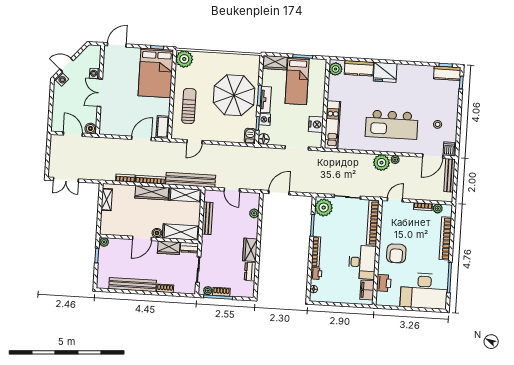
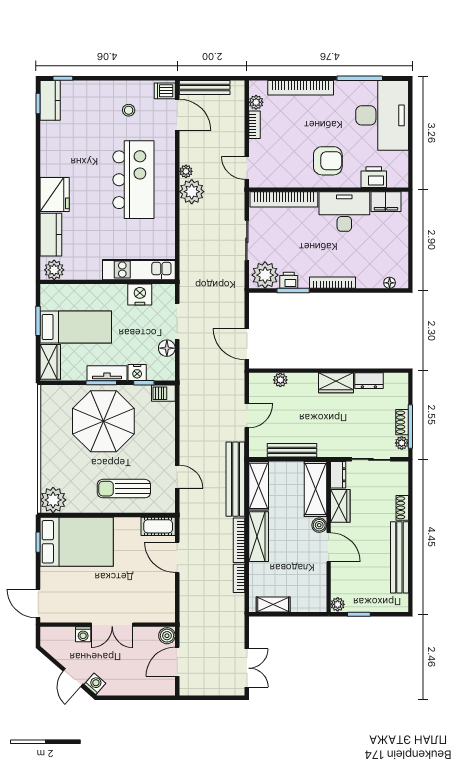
floor lamp: (264, 139) -> (167, 348), moved
printer: (316, 273) -> (289, 280), moved

